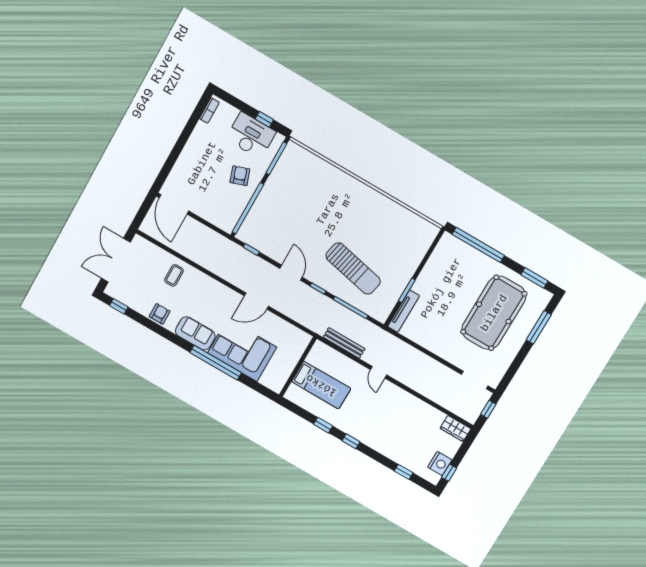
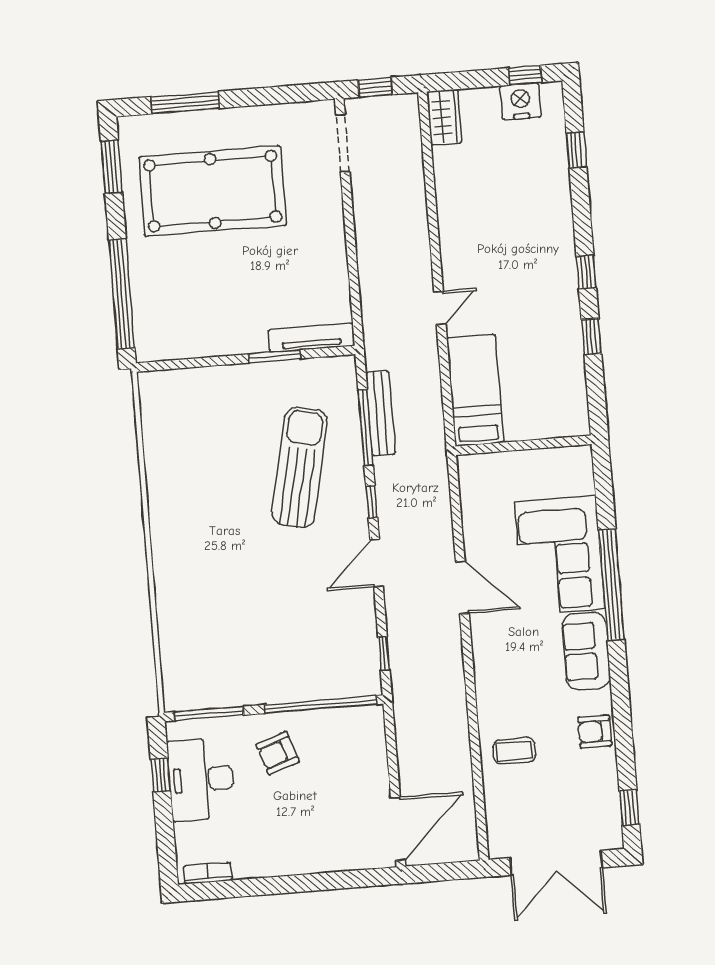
bench: (344, 343) -> (380, 413), moved
bed: (321, 385) -> (475, 390), moved

